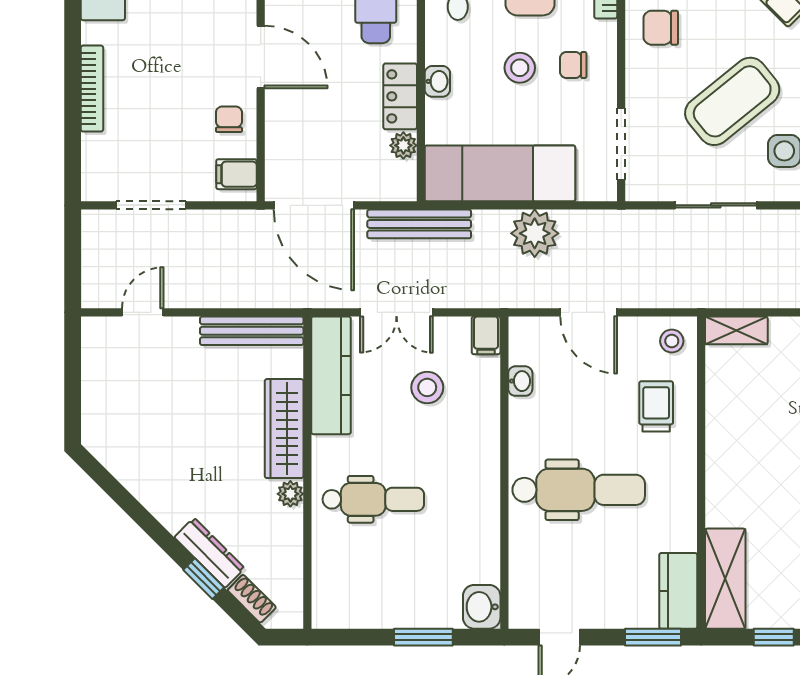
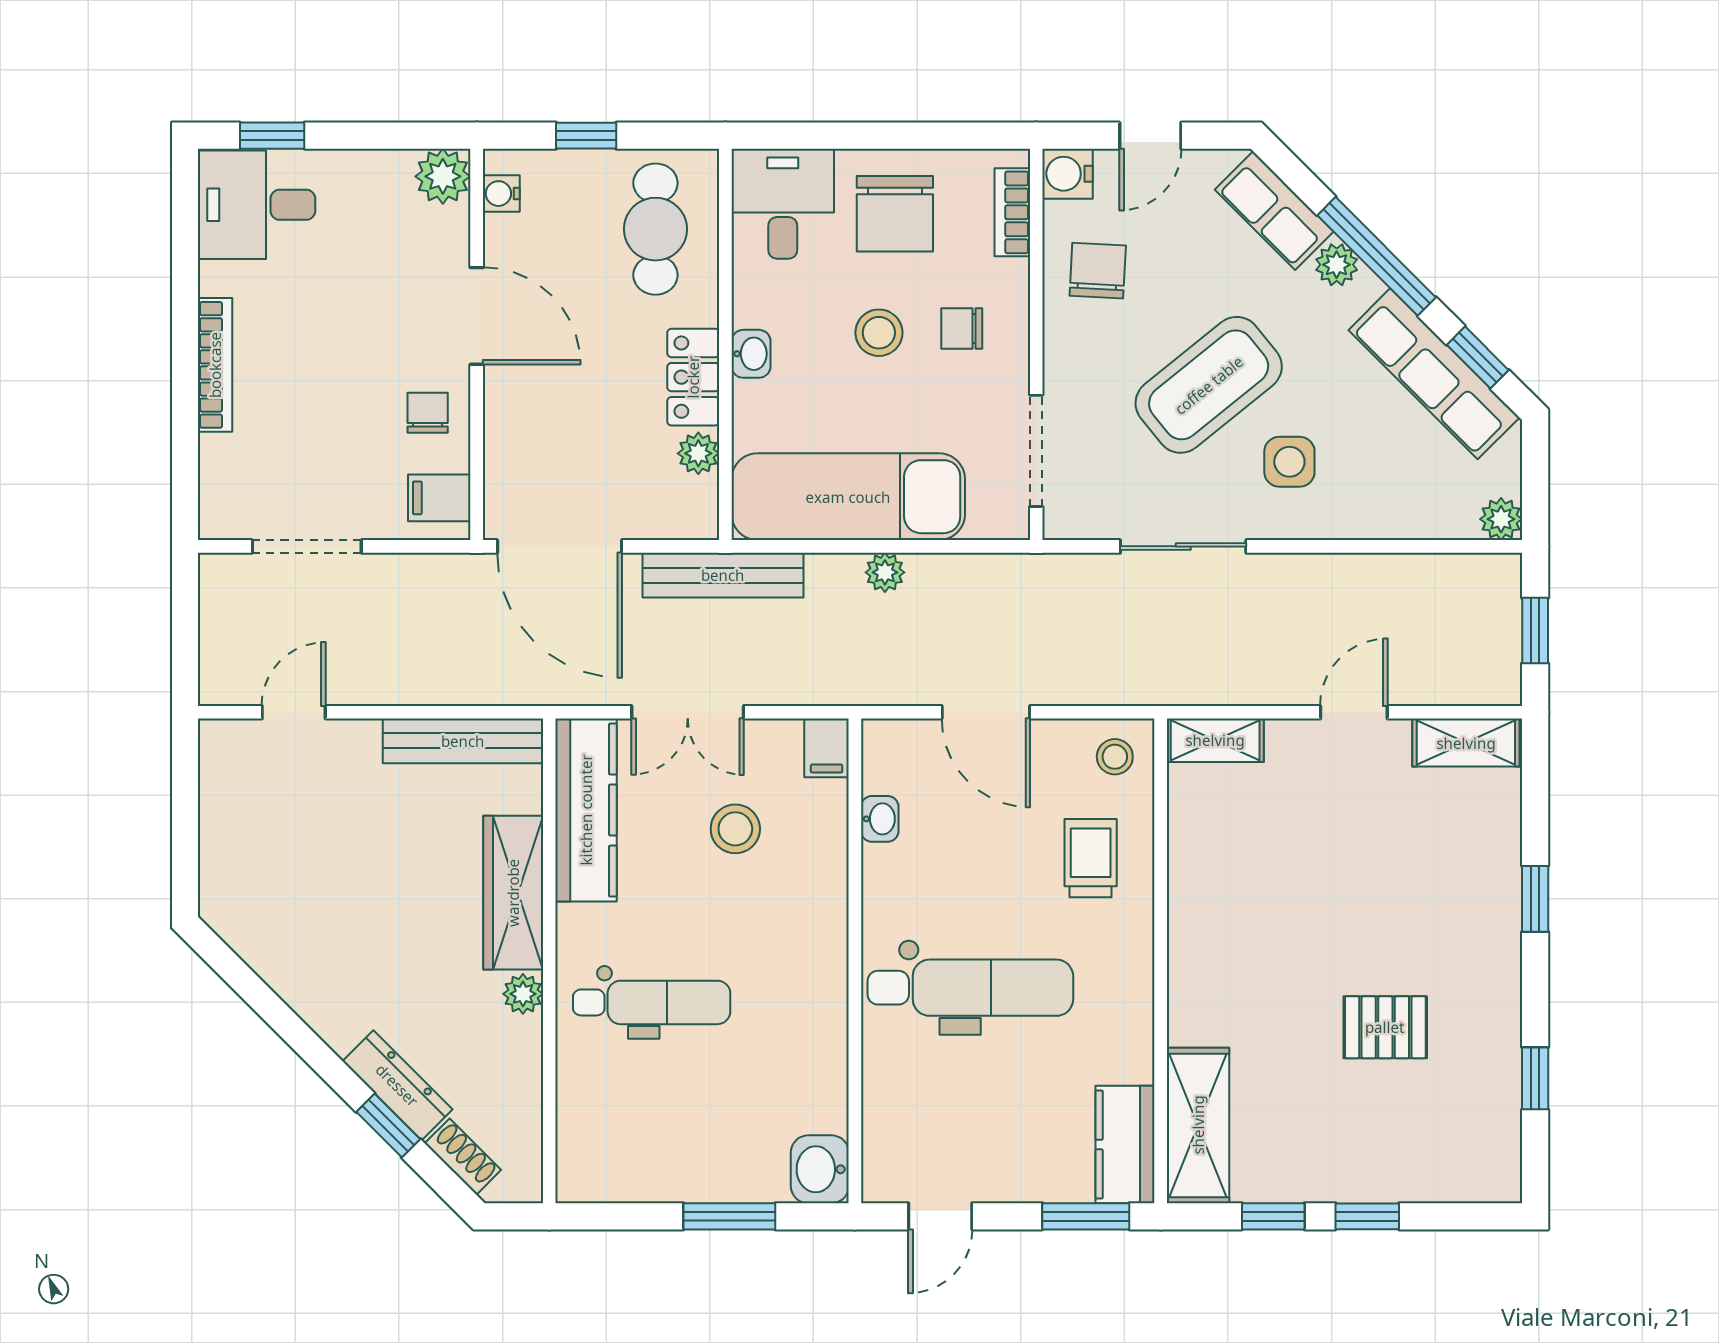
chair: (661, 28) -> (1098, 271), turned 93
plant: (535, 233) -> (885, 572), width x0.53, depth x0.53

